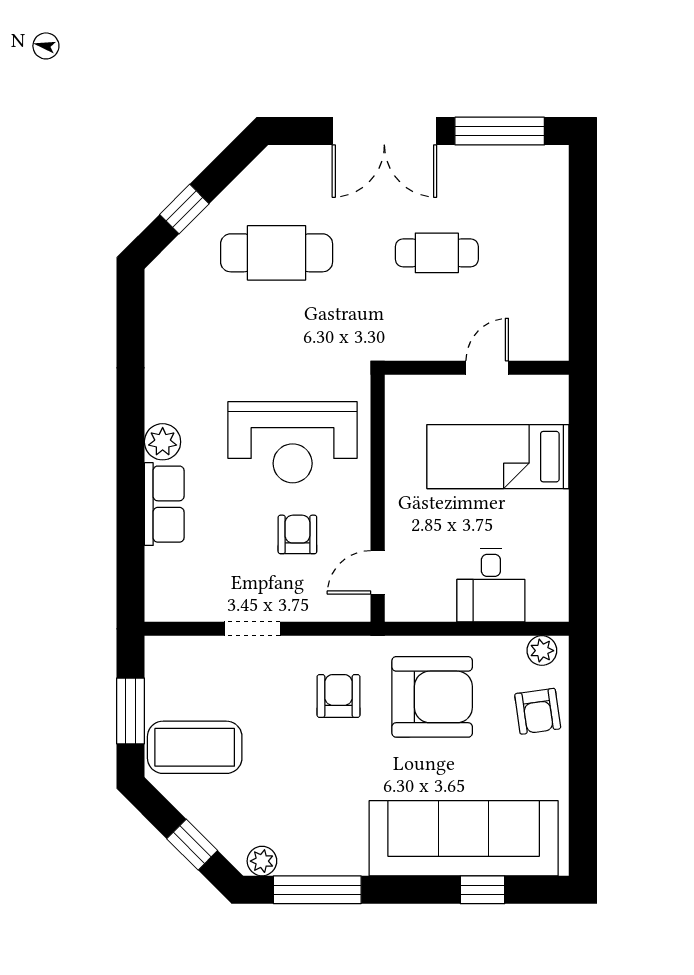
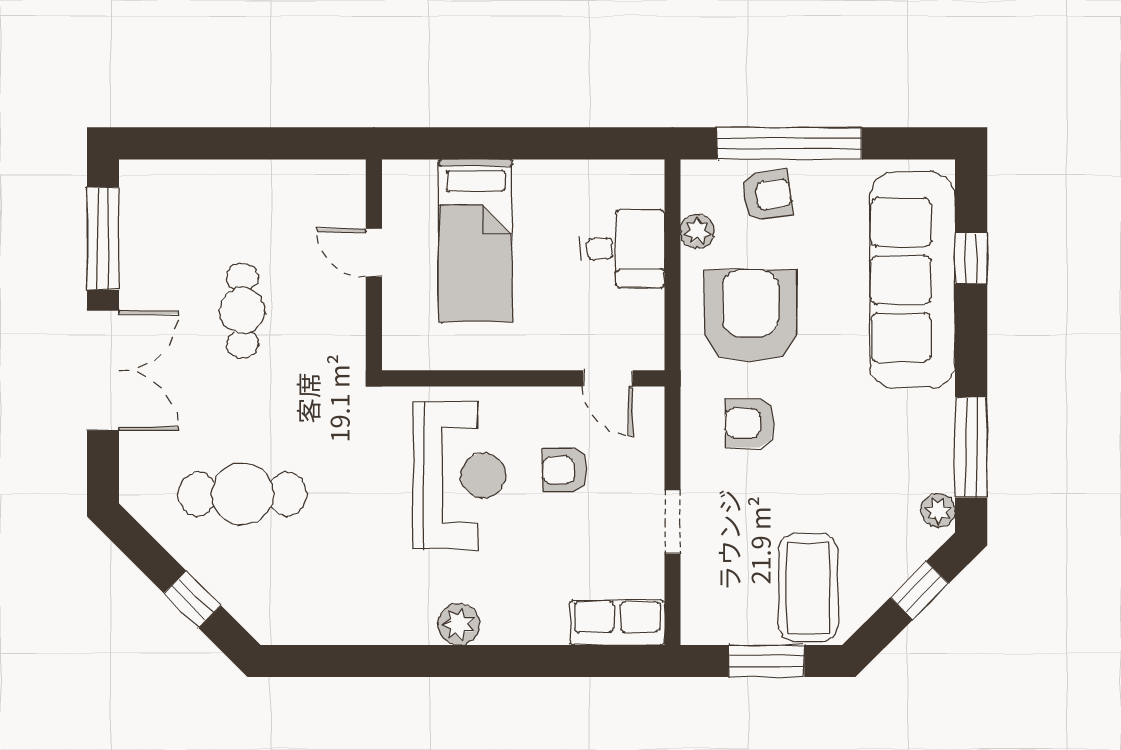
cafe table: (277, 253) -> (242, 494), turned 90
row of seats: (164, 504) -> (617, 622), moved
plant: (542, 651) -> (697, 231), moved
window: (583, 731) -> (789, 143), added

